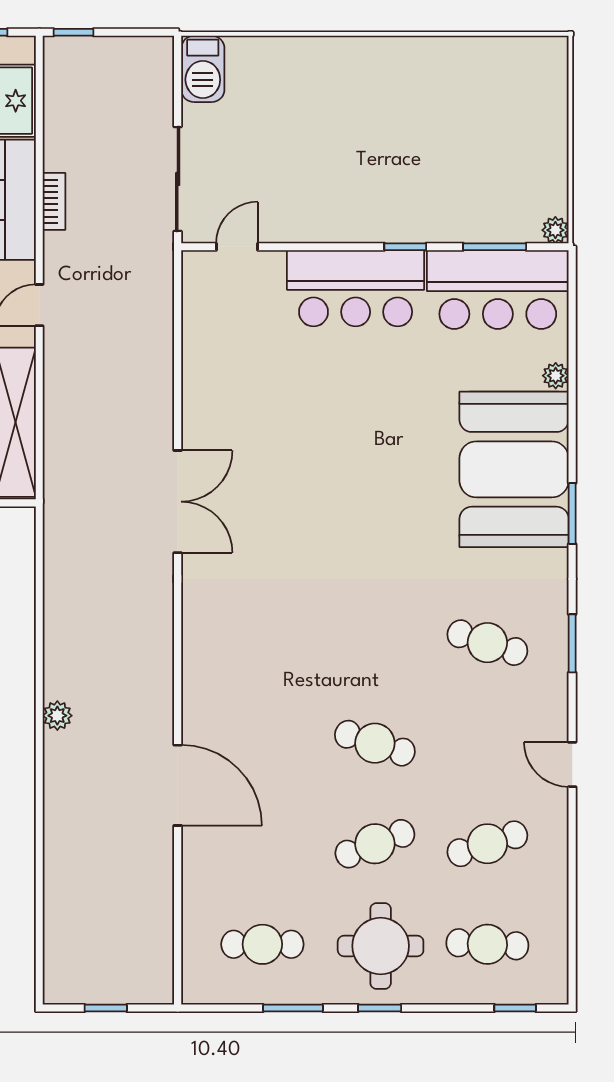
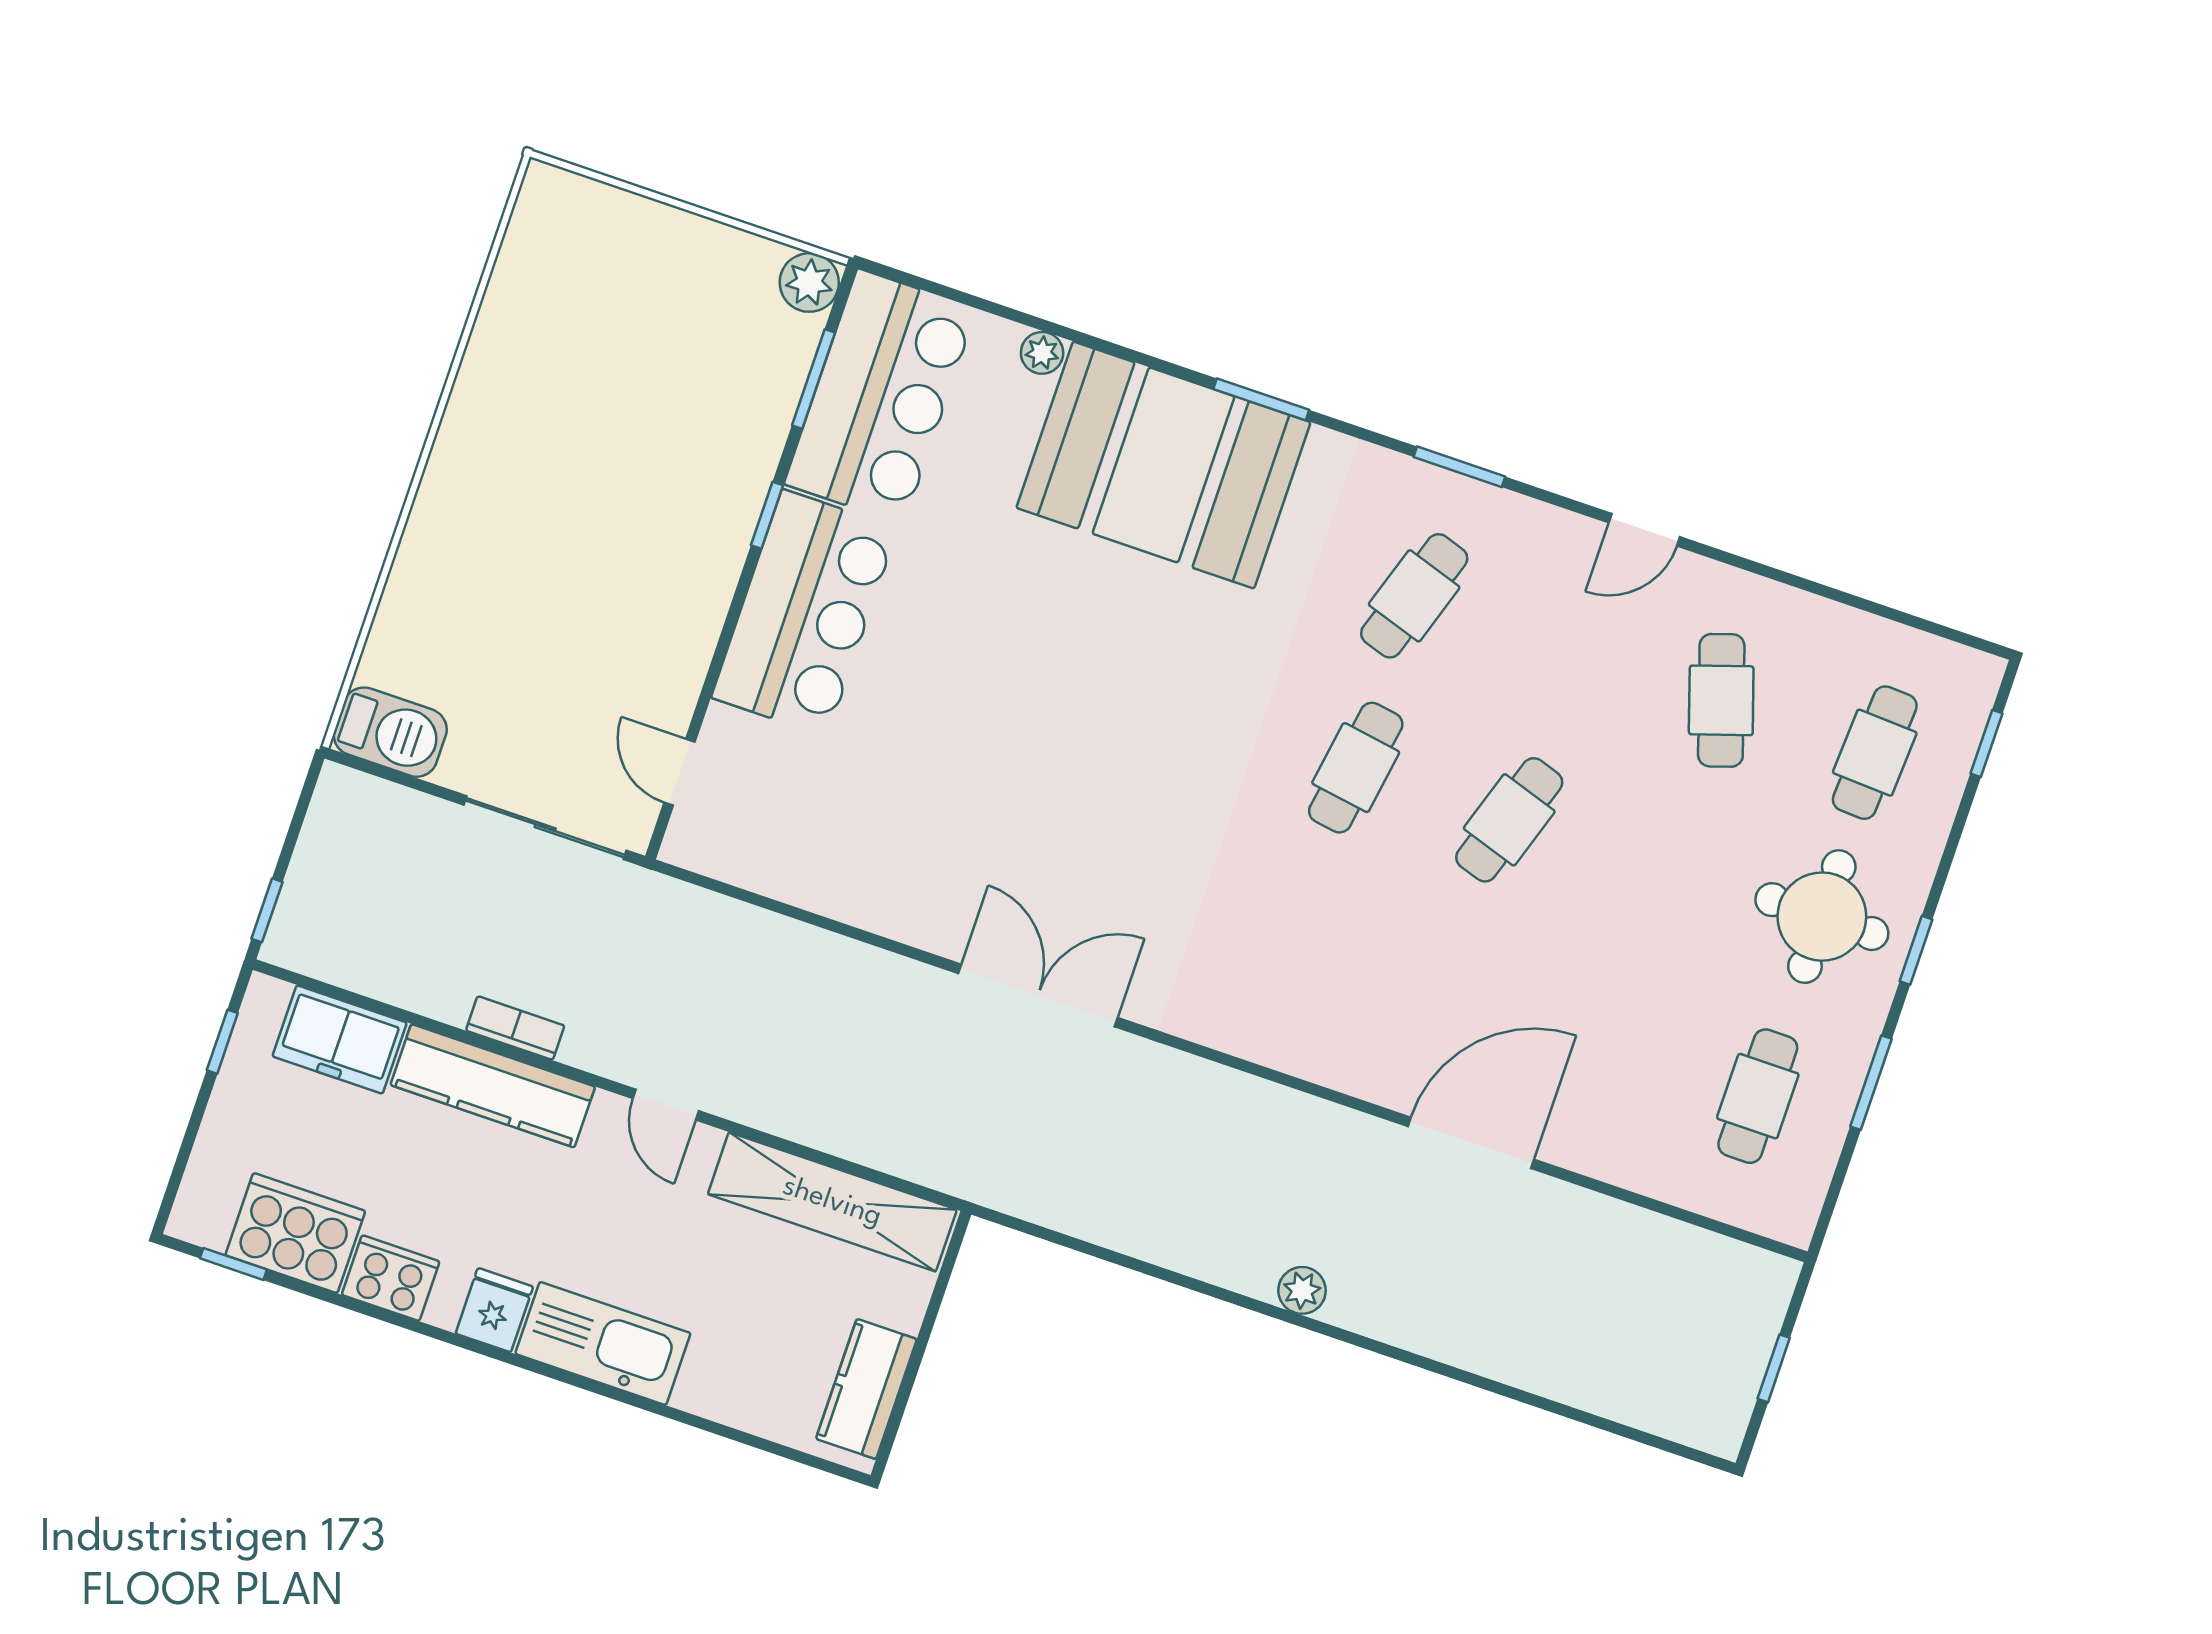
plant: (555, 230) -> (809, 283), width x1.38, depth x1.38
cafe table: (375, 844) -> (1356, 768), moved, turned 30

